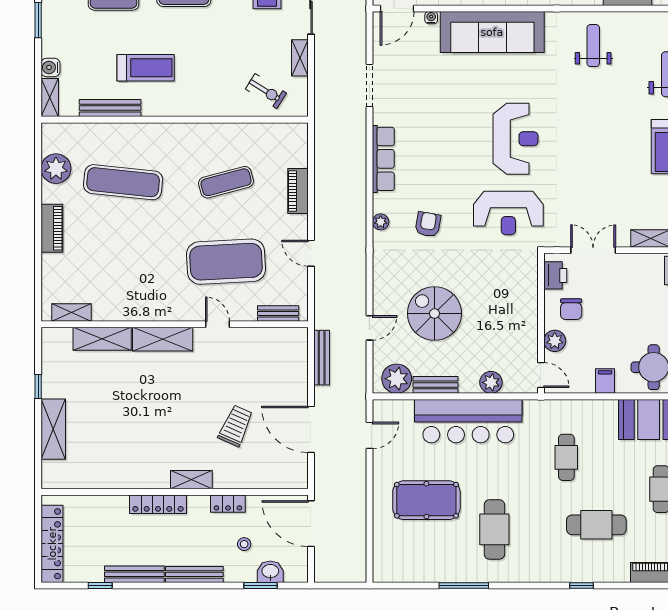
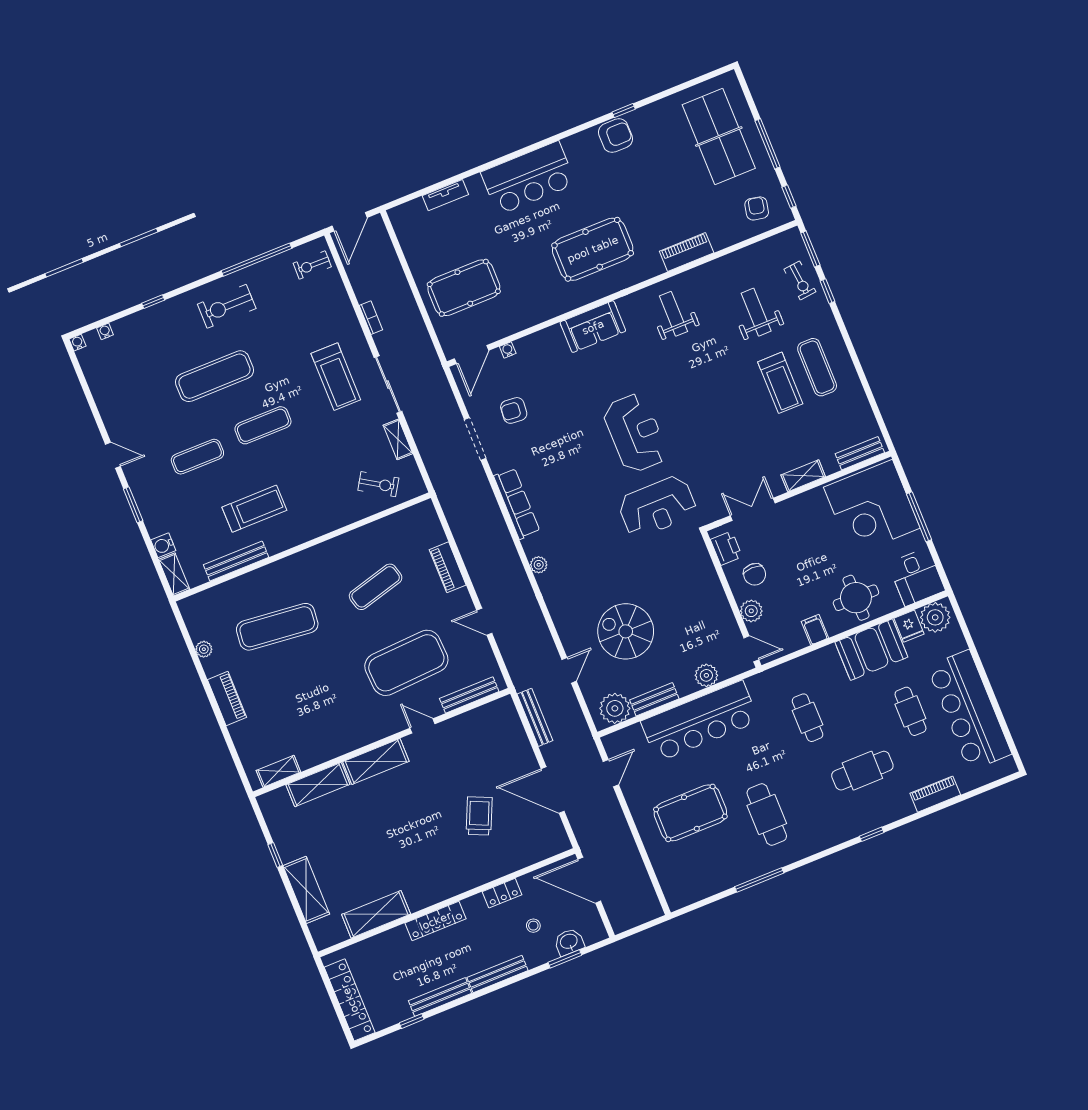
sofa: (492, 32) -> (593, 327), width x0.54, depth x0.79
plant: (56, 169) -> (204, 649), width x0.53, depth x0.53
armchair: (428, 224) -> (514, 410), moved, turned -95
bench: (278, 314) -> (469, 695), width x1.36
shelving: (191, 480) -> (376, 914), moved, width x1.50, depth x1.33

